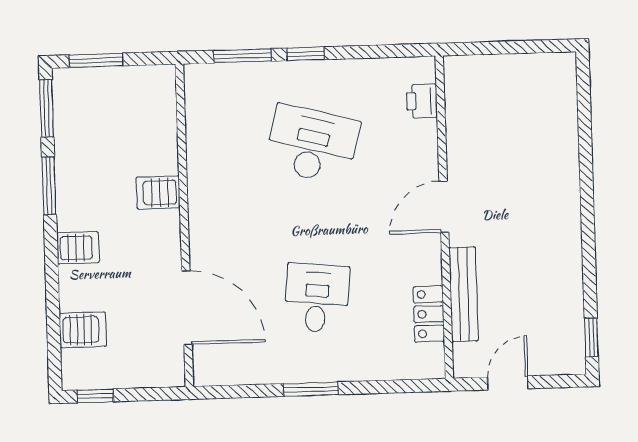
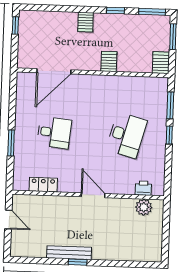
plant: (462, 98) -> (144, 207), added
window: (49, 186) -> (116, 10), width x0.67
bench: (464, 294) -> (69, 253), moved
server rack: (83, 330) -> (161, 63), moved, turned 180
window: (591, 338) -> (78, 262), moved
window: (311, 389) -> (11, 143), moved

